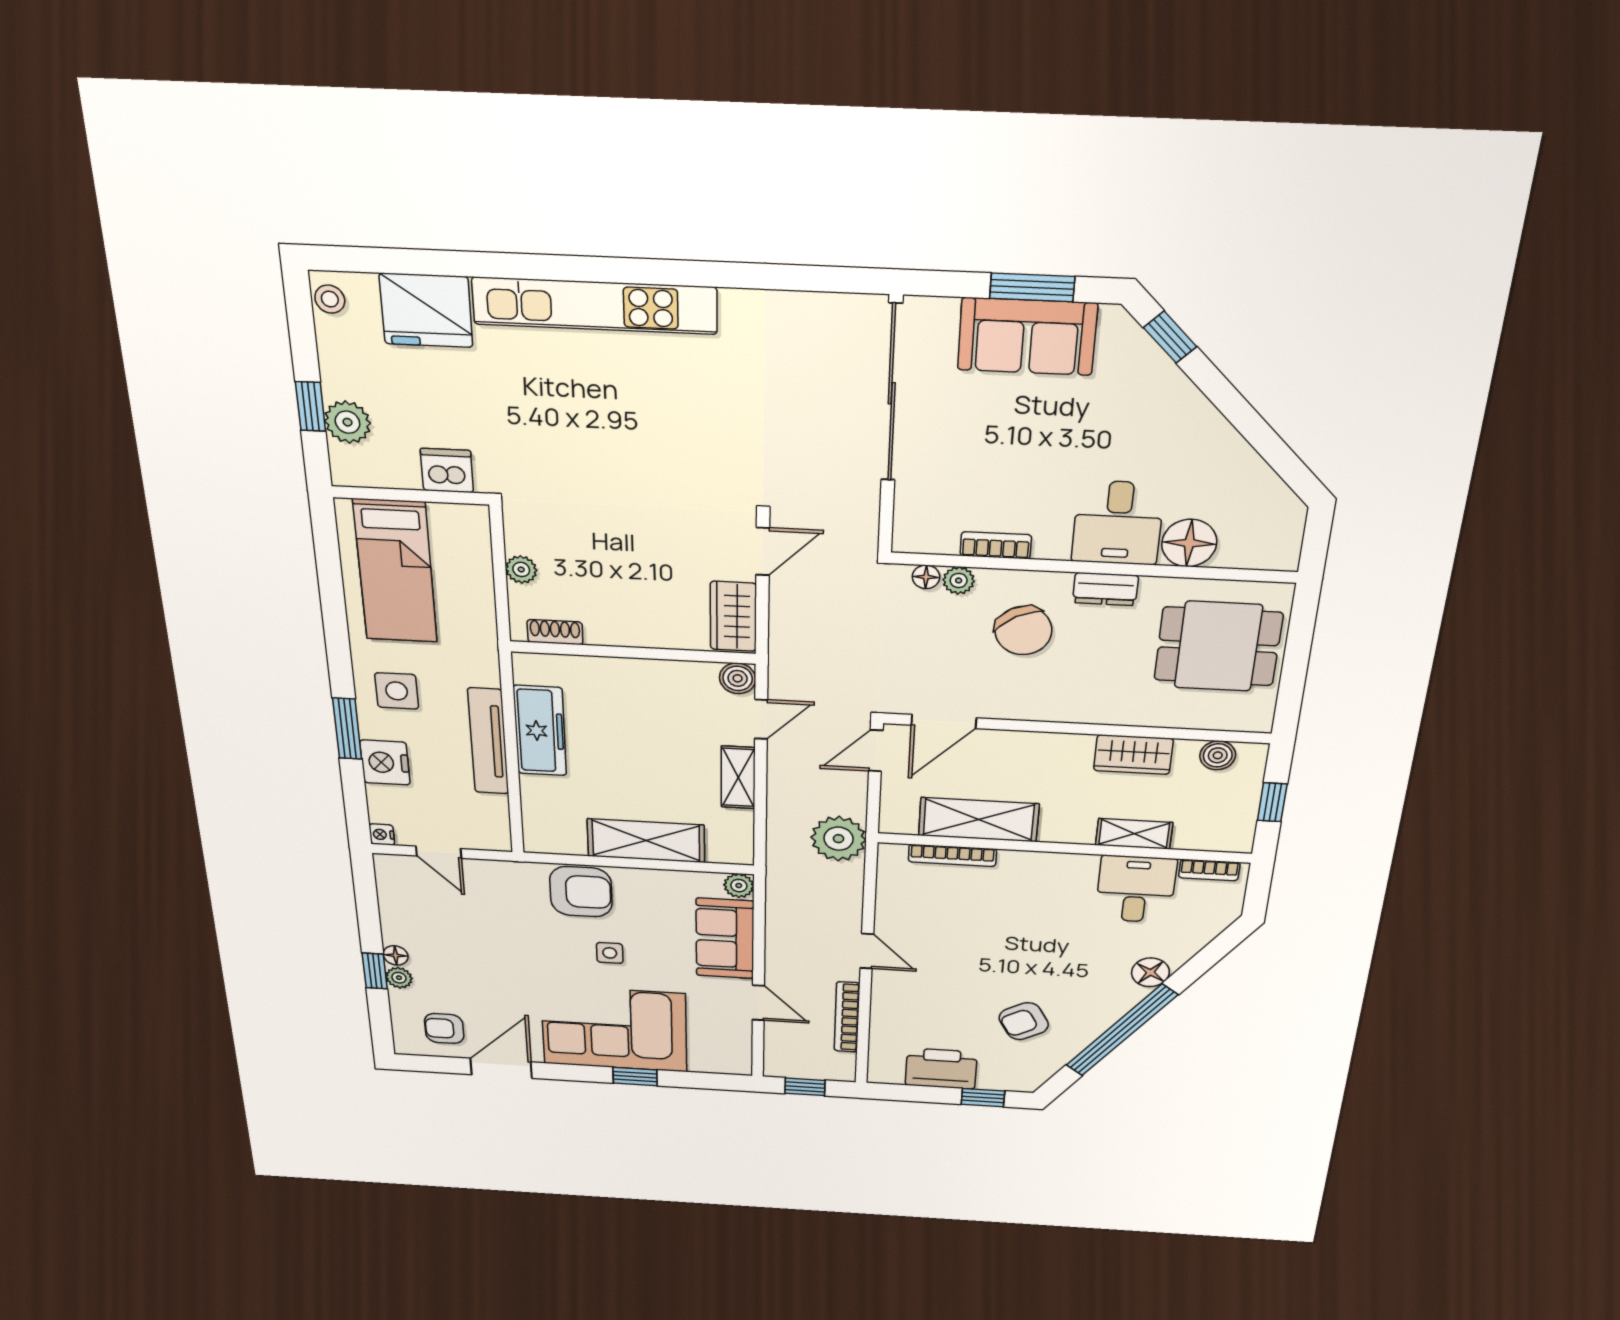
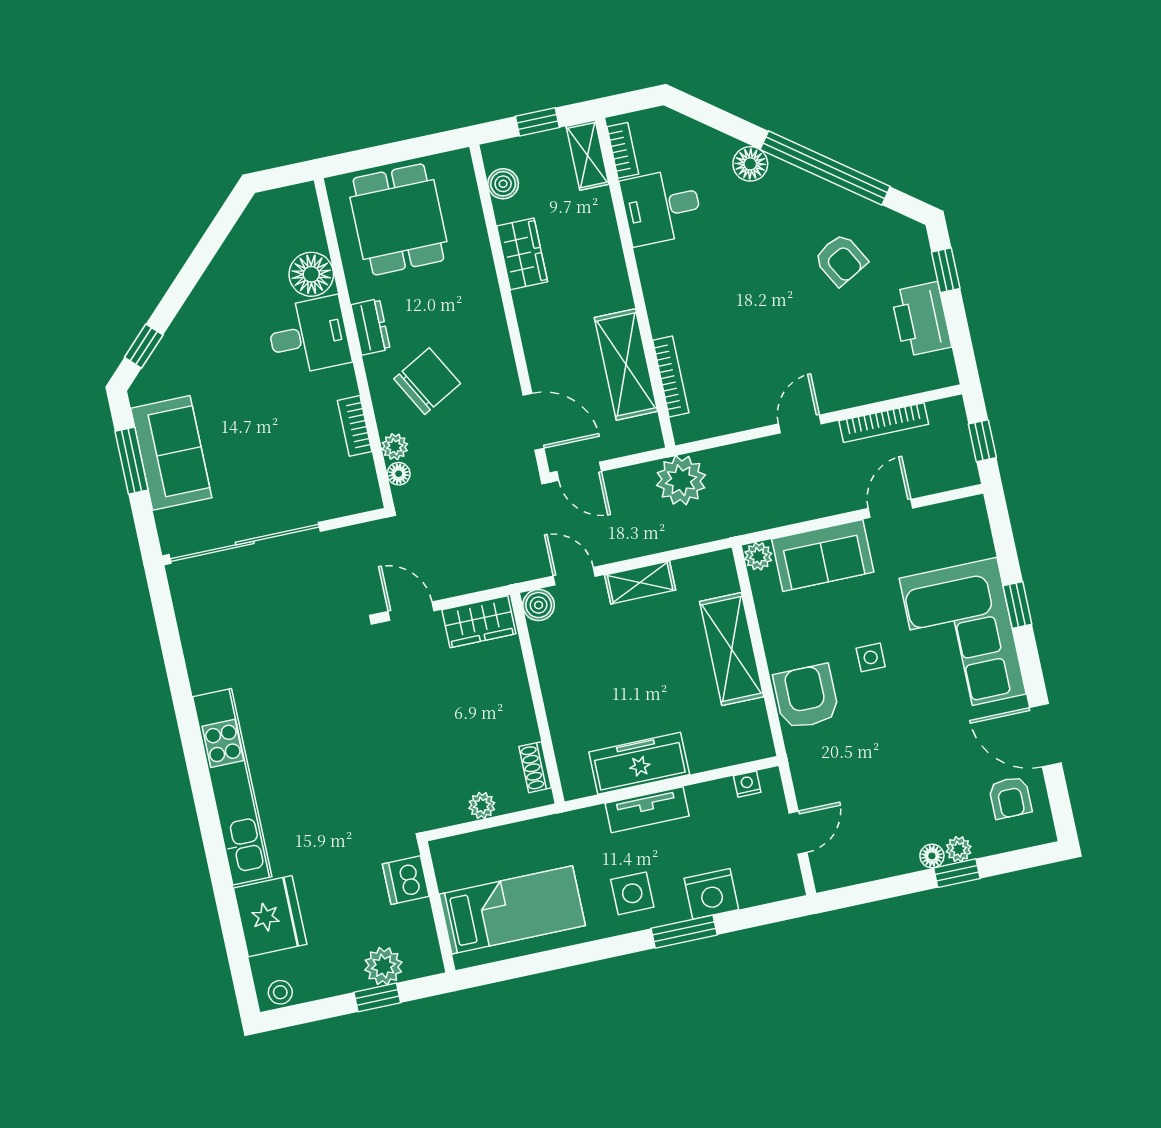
tv unit: (488, 741) -> (647, 810), width x0.71
nightstand: (382, 834) -> (747, 784), moved, turned 180
shelving: (1134, 834) -> (587, 155), moved

